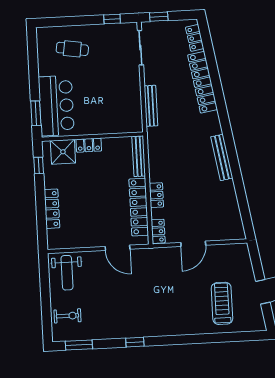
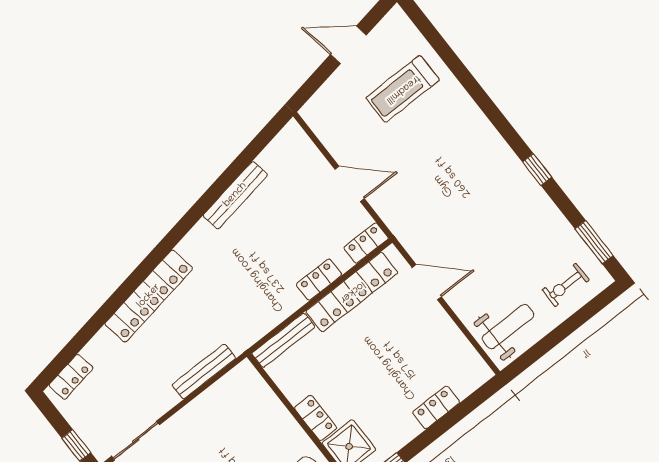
locker: (203, 82) -> (149, 296), moved
bench: (222, 157) -> (235, 195), moved
locker: (52, 209) -> (436, 407), width x0.66
door: (117, 248) -> (427, 282), hinge flipped
exercise bike: (67, 316) -> (566, 285), turned -90

